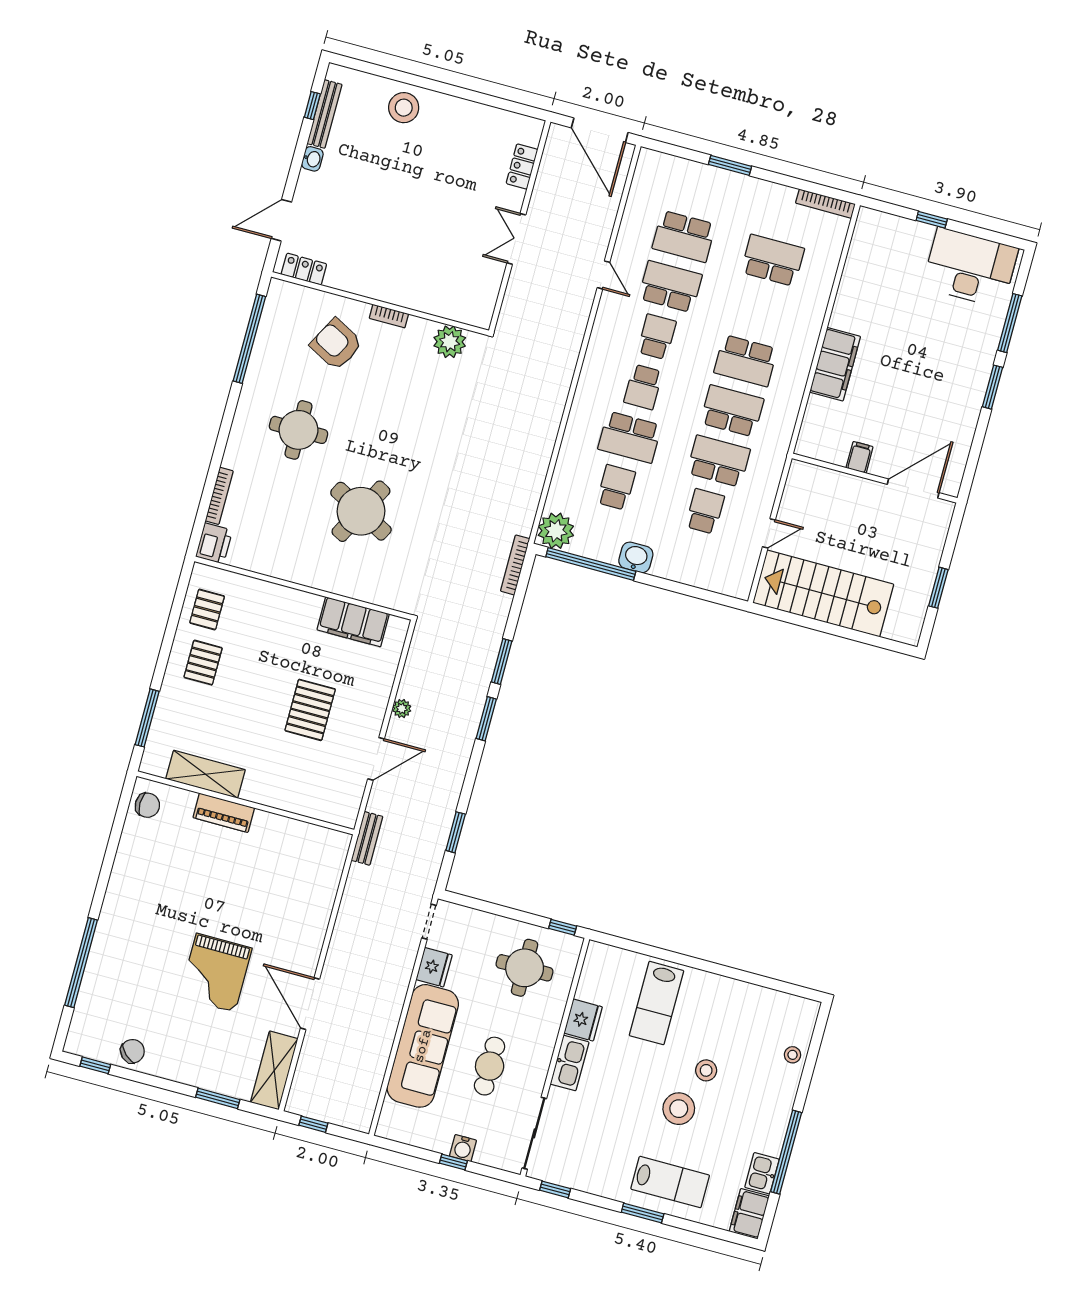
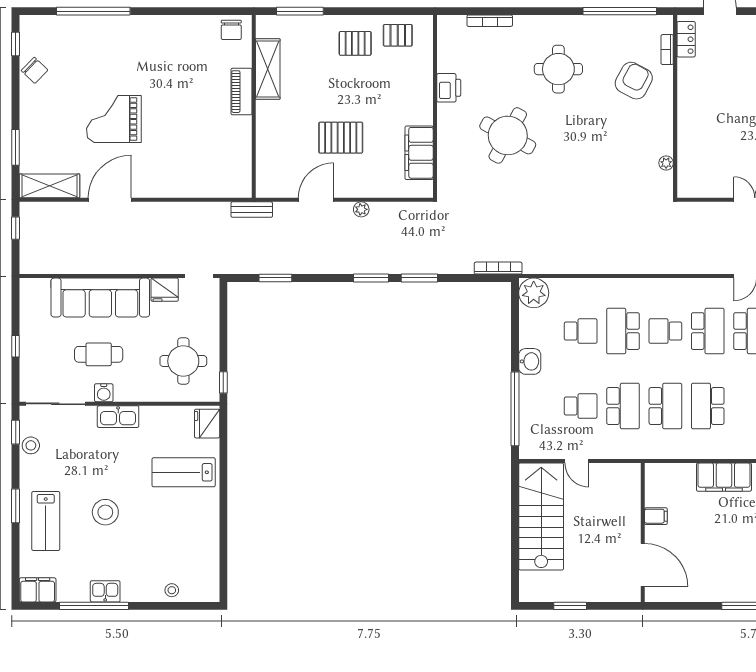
bookcase: (389, 316) -> (667, 50), moved
school desk: (657, 337) -> (708, 331), width x1.85
plant: (450, 342) -> (666, 163), width x0.53, depth x0.53
printer: (214, 543) -> (449, 88), moved, turned -90
window: (591, 564) -> (515, 409), moved
door: (376, 759) -> (316, 200), swing flipped
fridge: (583, 1020) -> (207, 424), moved, turned 90
stool: (706, 1070) -> (31, 445), moved
water cooler: (463, 1148) -> (104, 393), moved, turned -90
kitchen sink: (762, 1173) -> (105, 591), moved

